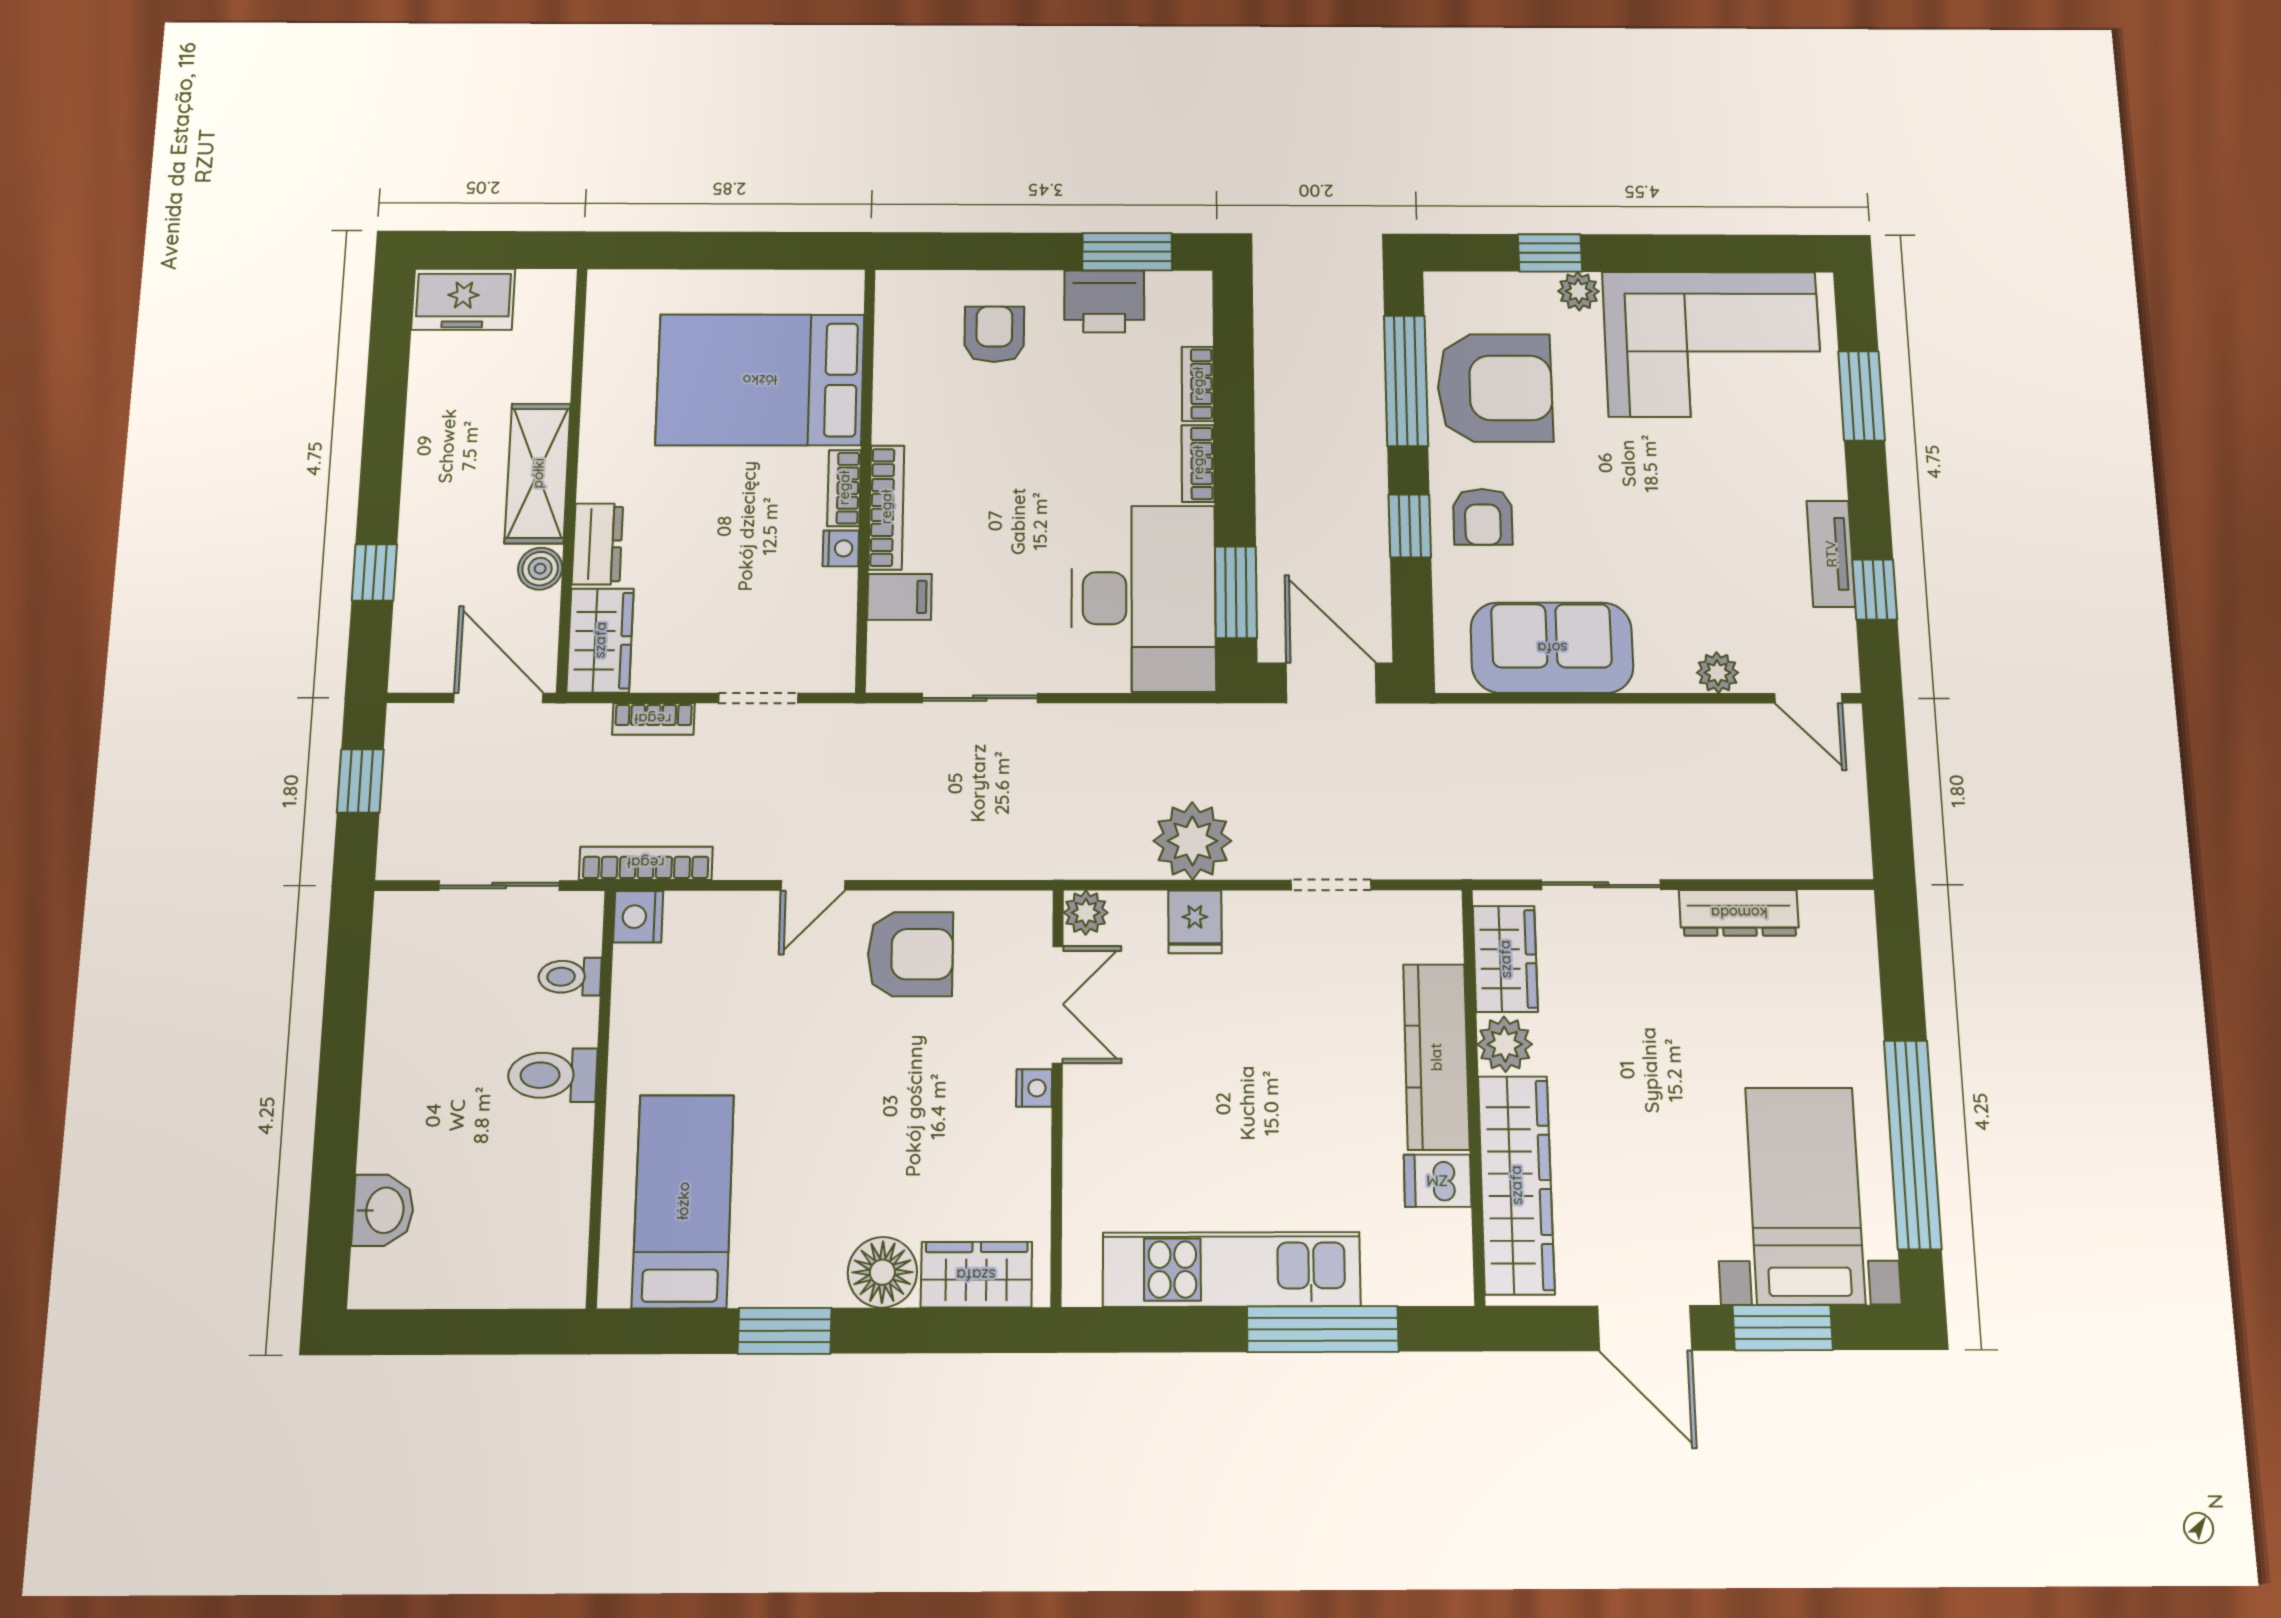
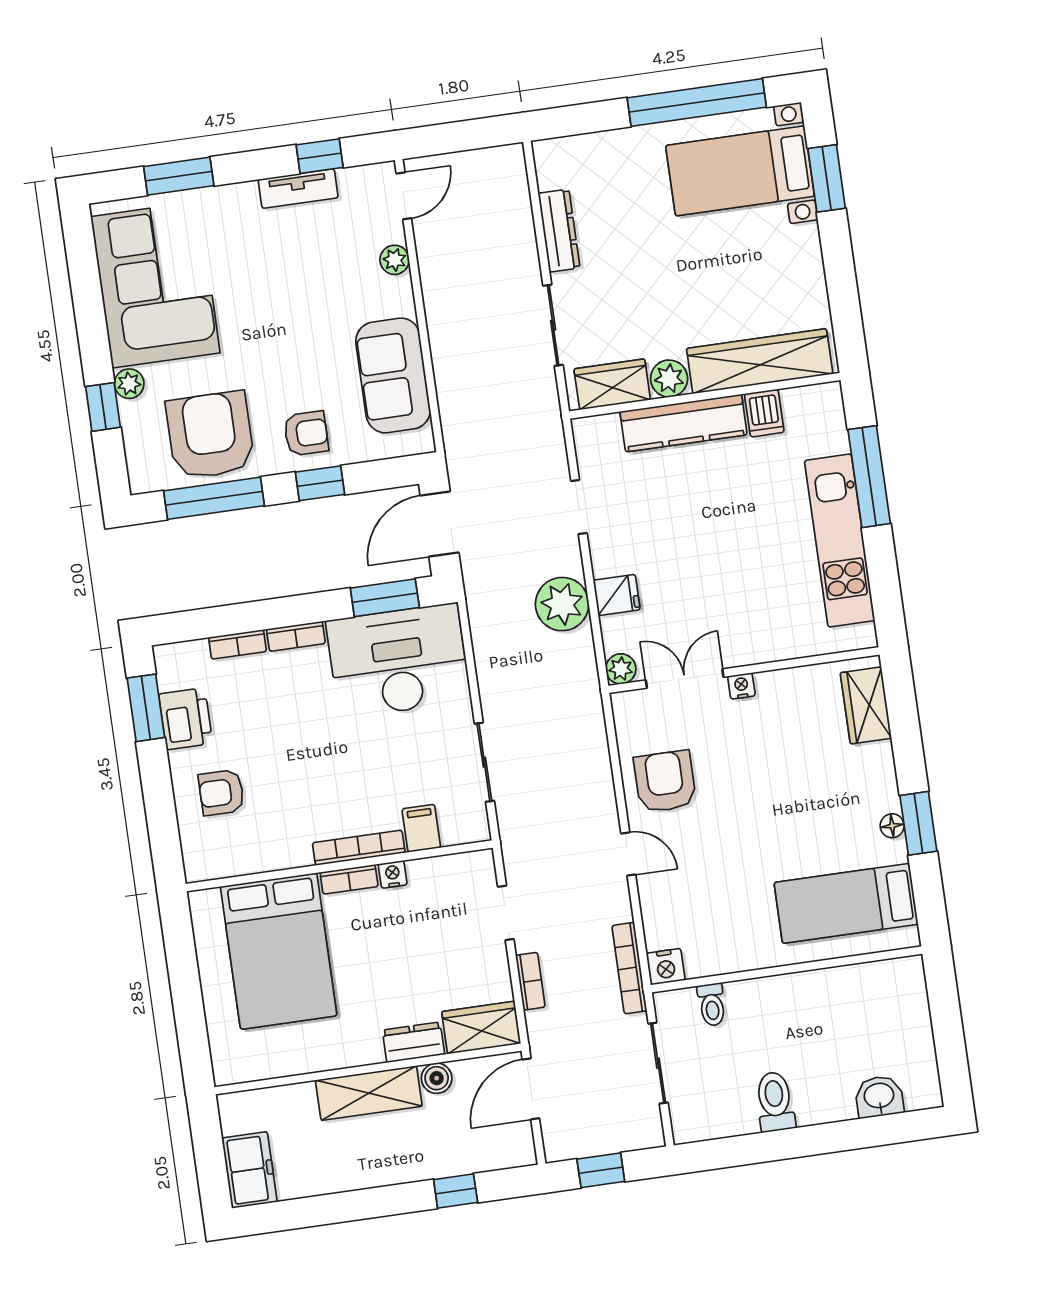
toilet: (552, 1075) -> (775, 1102), moved, turned 180
floor lamp: (882, 1272) -> (892, 826), moved, width x0.53, depth x0.53
door: (1645, 1328) -> (839, 268), removed

